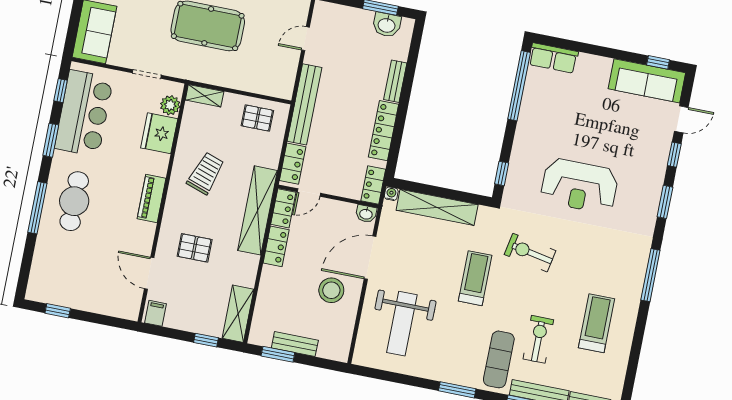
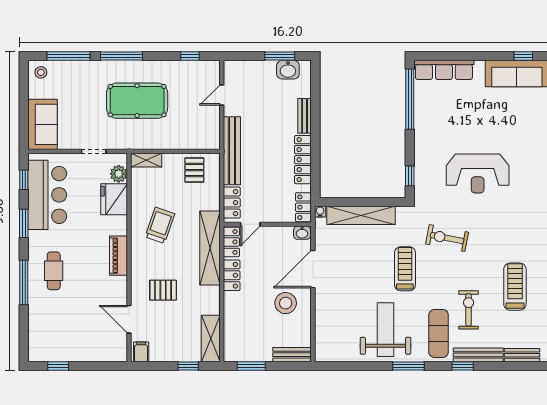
row of seats: (553, 58) -> (444, 70), width x1.48
pallet: (257, 118) -> (194, 170), turned 90
cafe table: (74, 201) -> (54, 271), width x0.73, depth x0.74
weight bench: (402, 324) -> (385, 330), moved, turned 180
bench: (295, 344) -> (292, 355), moved

